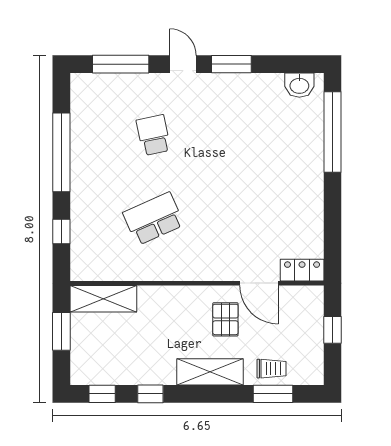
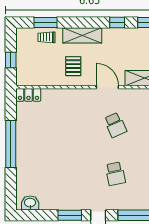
window: (333, 132) -> (11, 144), moved
school desk: (153, 219) -> (115, 125), width x0.54
door: (259, 283) -> (107, 87), moved

